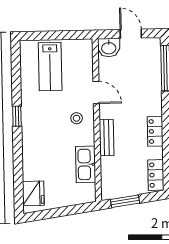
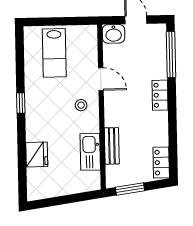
locker: (155, 131) -> (160, 95), moved
bench: (107, 138) -> (112, 146), moved
fridge: (33, 193) -> (37, 154), moved

